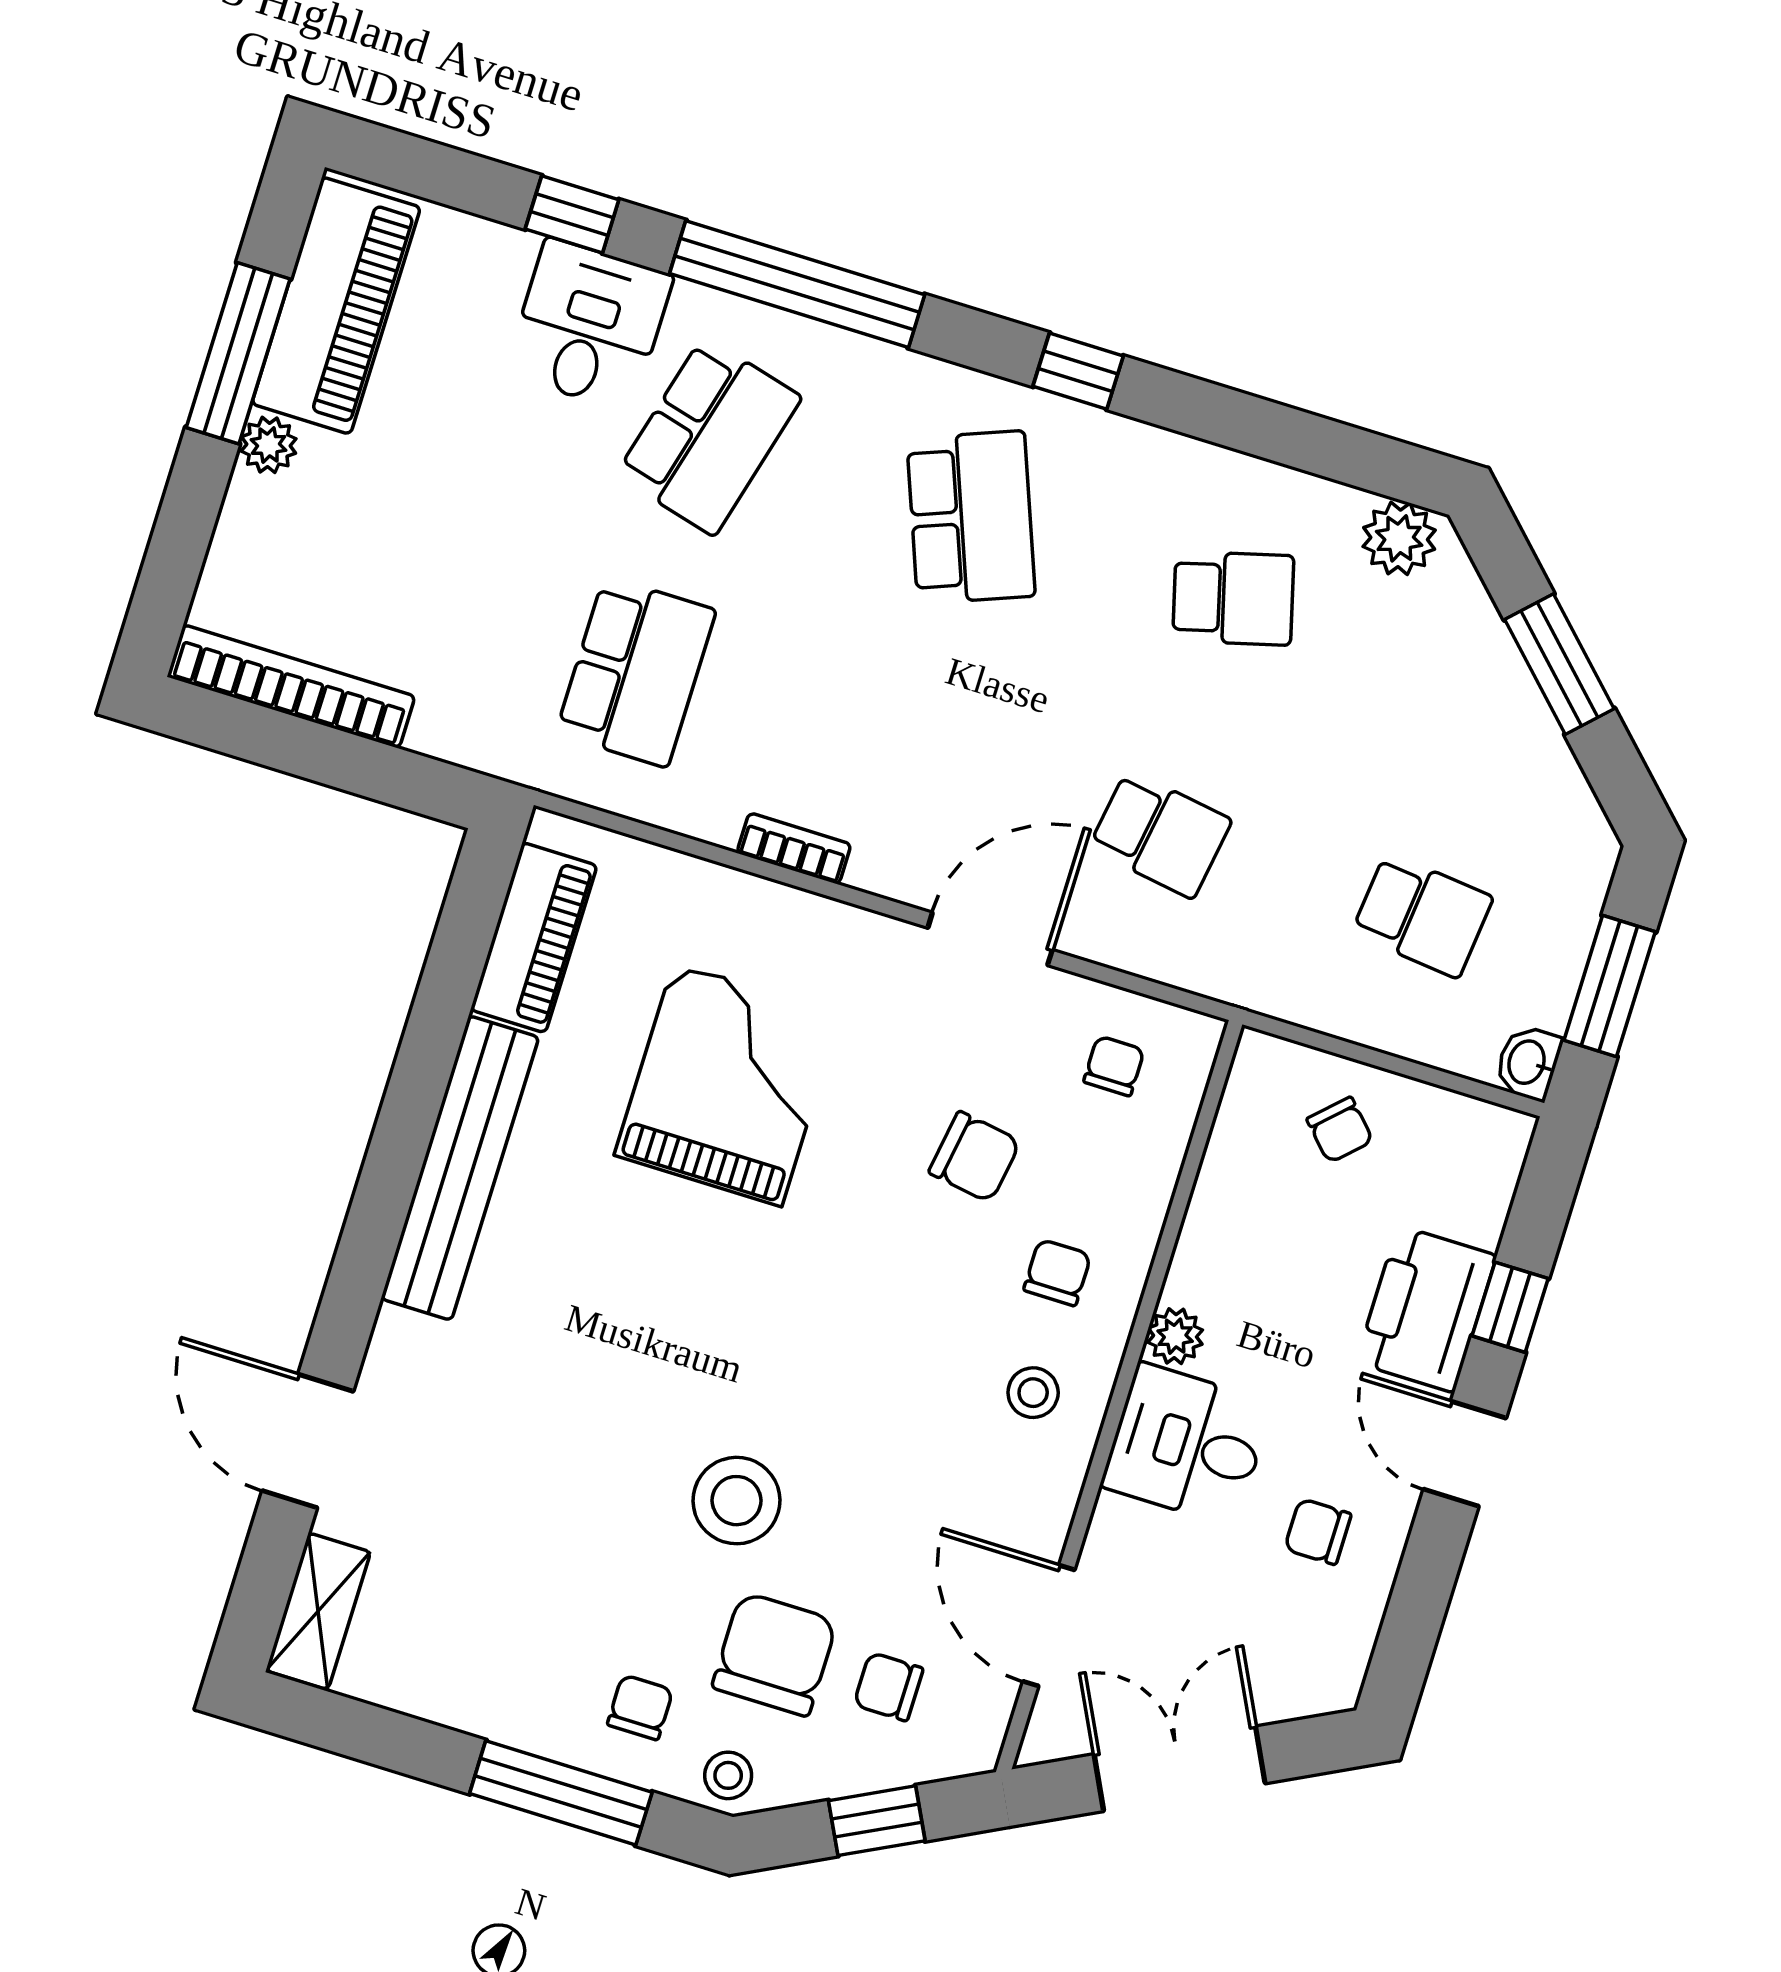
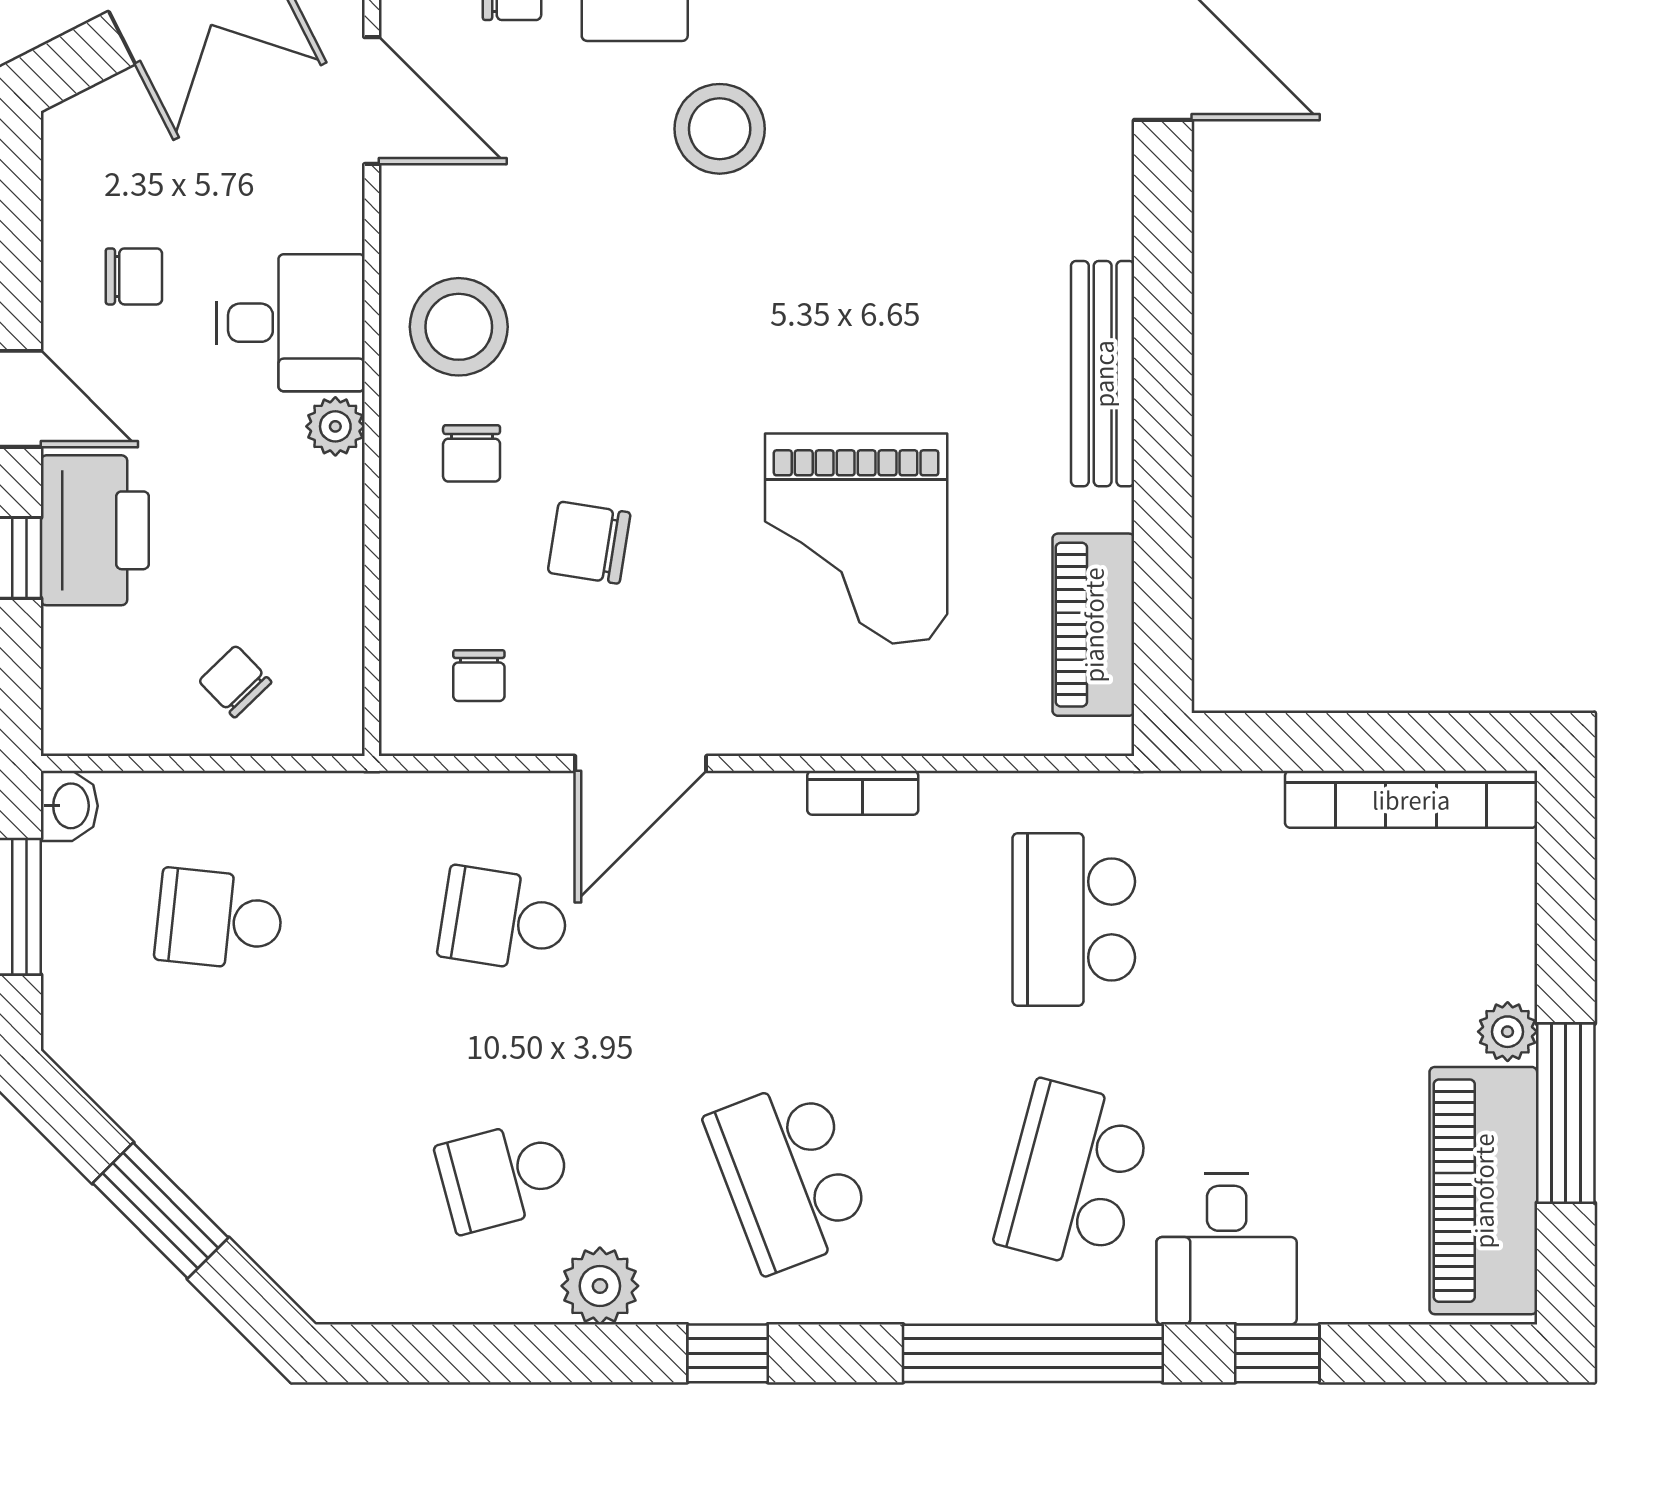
plant: (1399, 538) -> (600, 1286), moved
bench: (460, 1168) -> (1103, 374), width x0.73, depth x0.82
stool: (1033, 1393) -> (459, 327), width x1.89, depth x1.89

